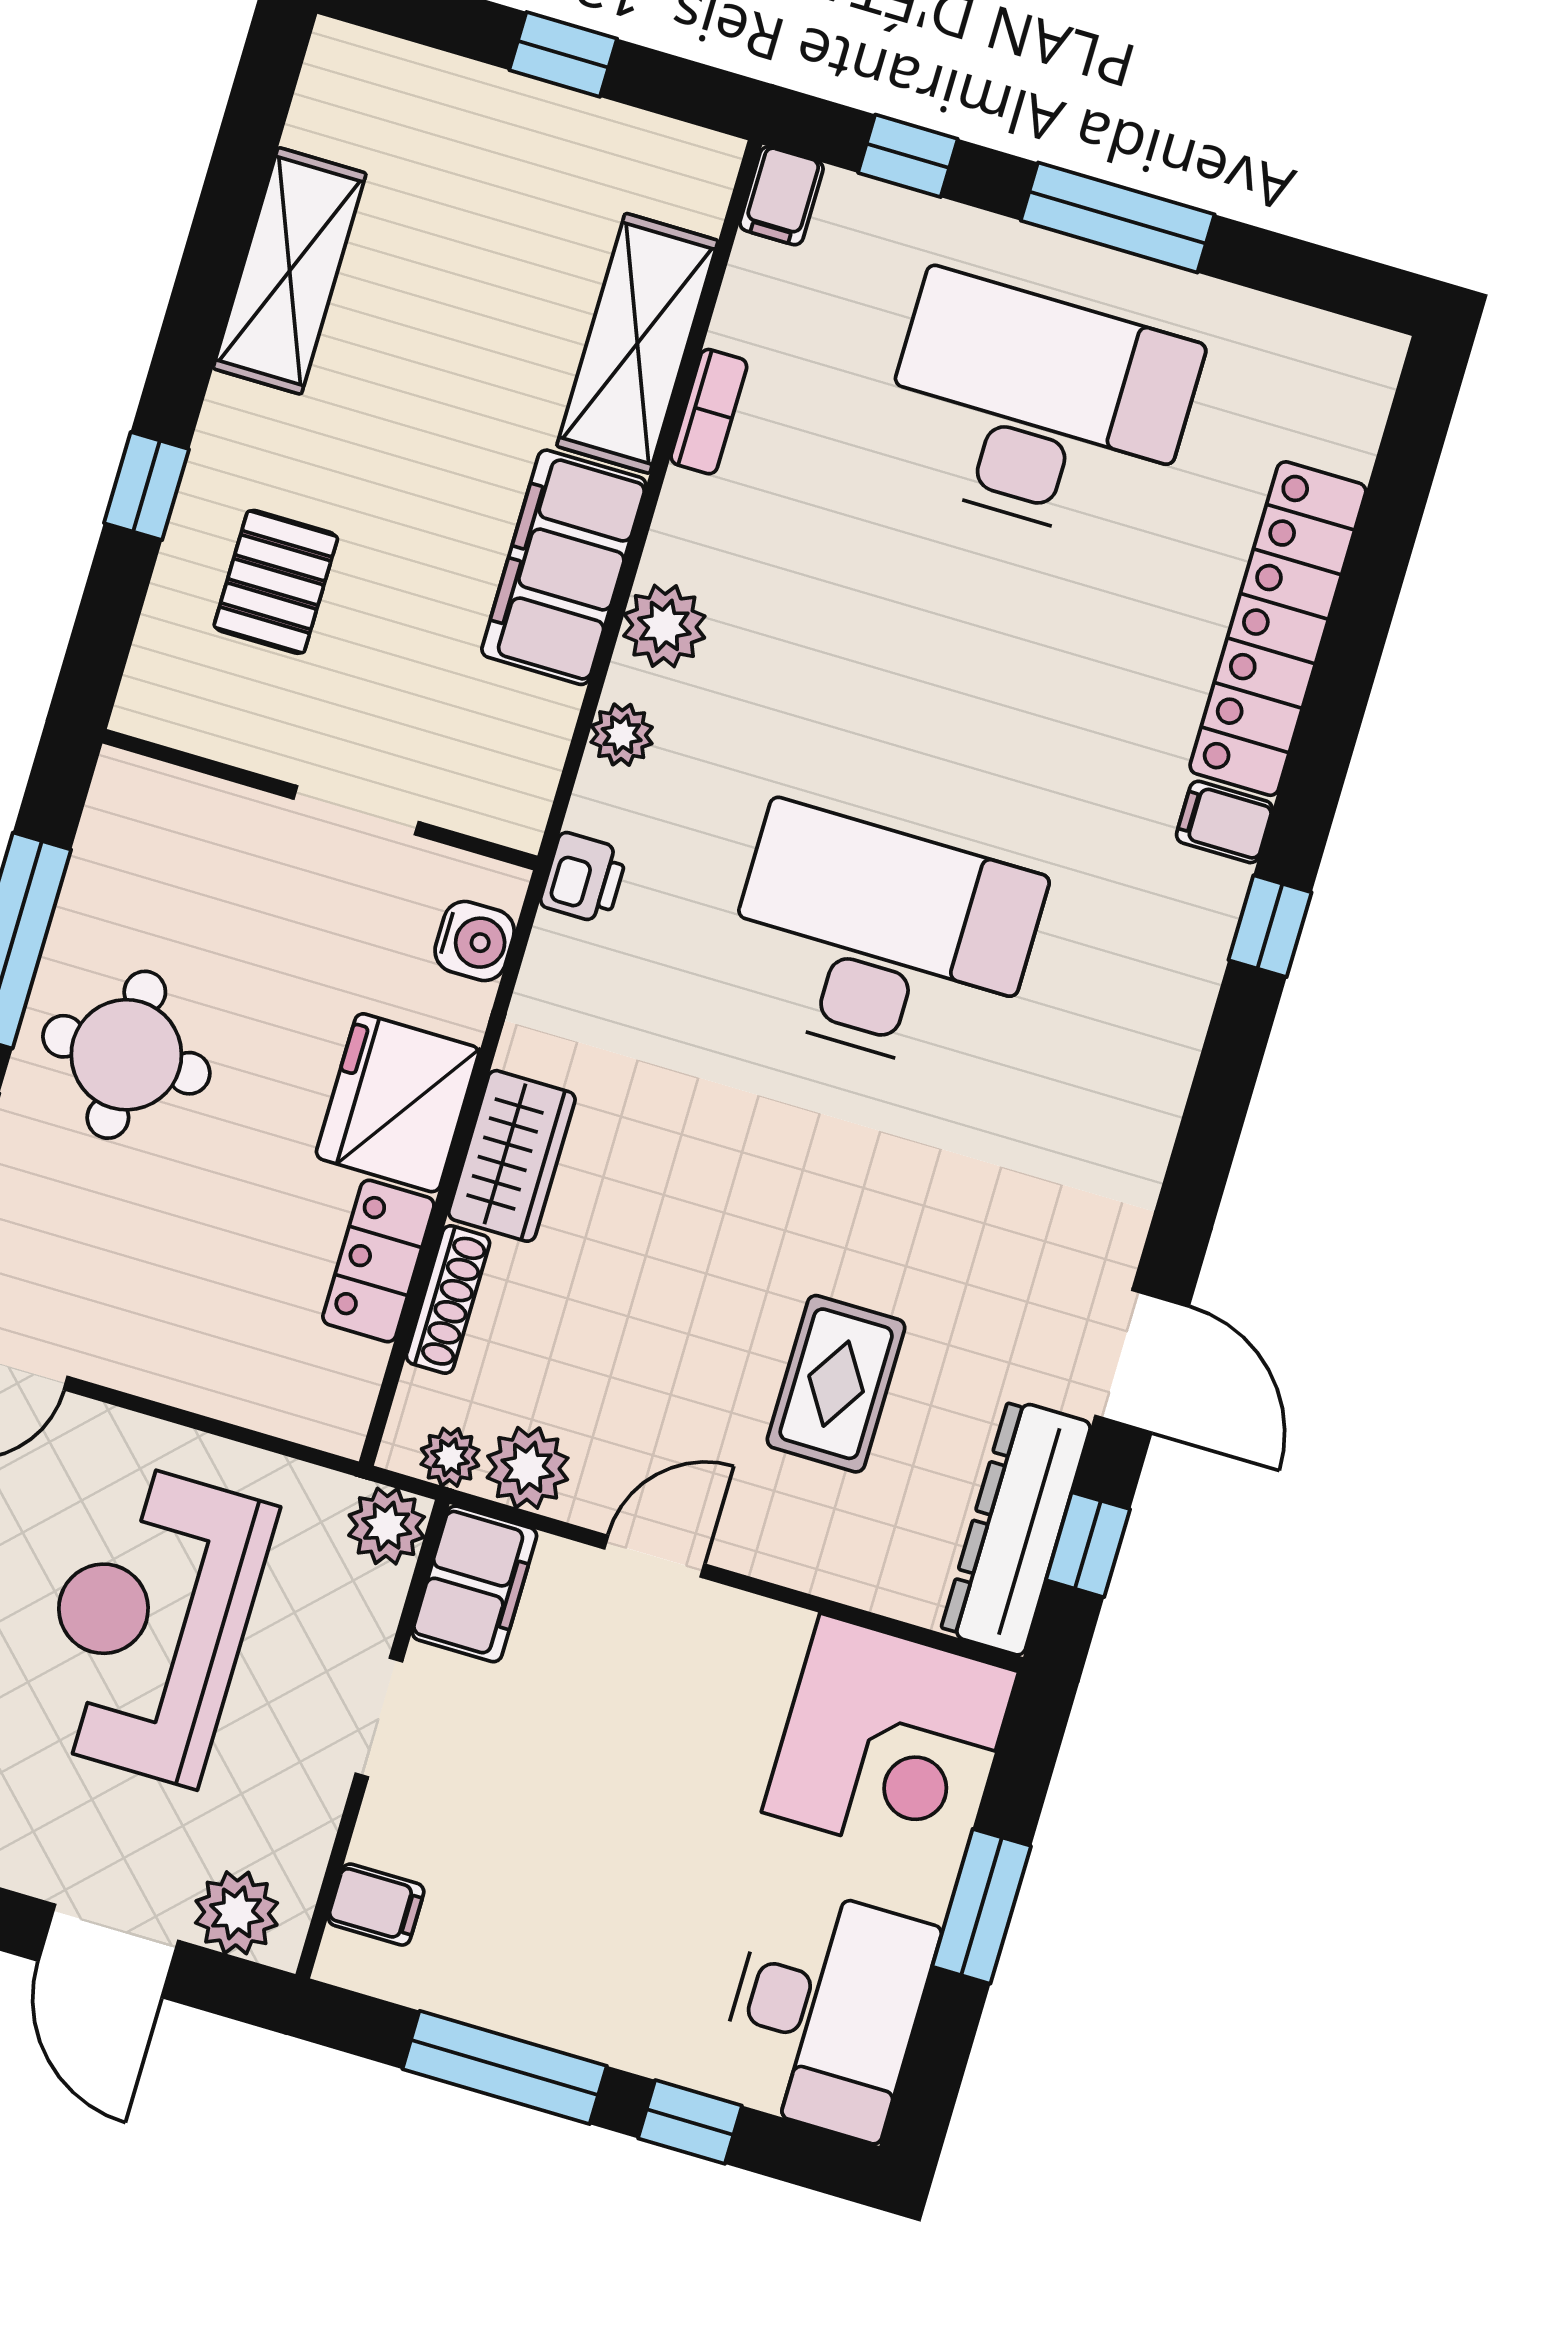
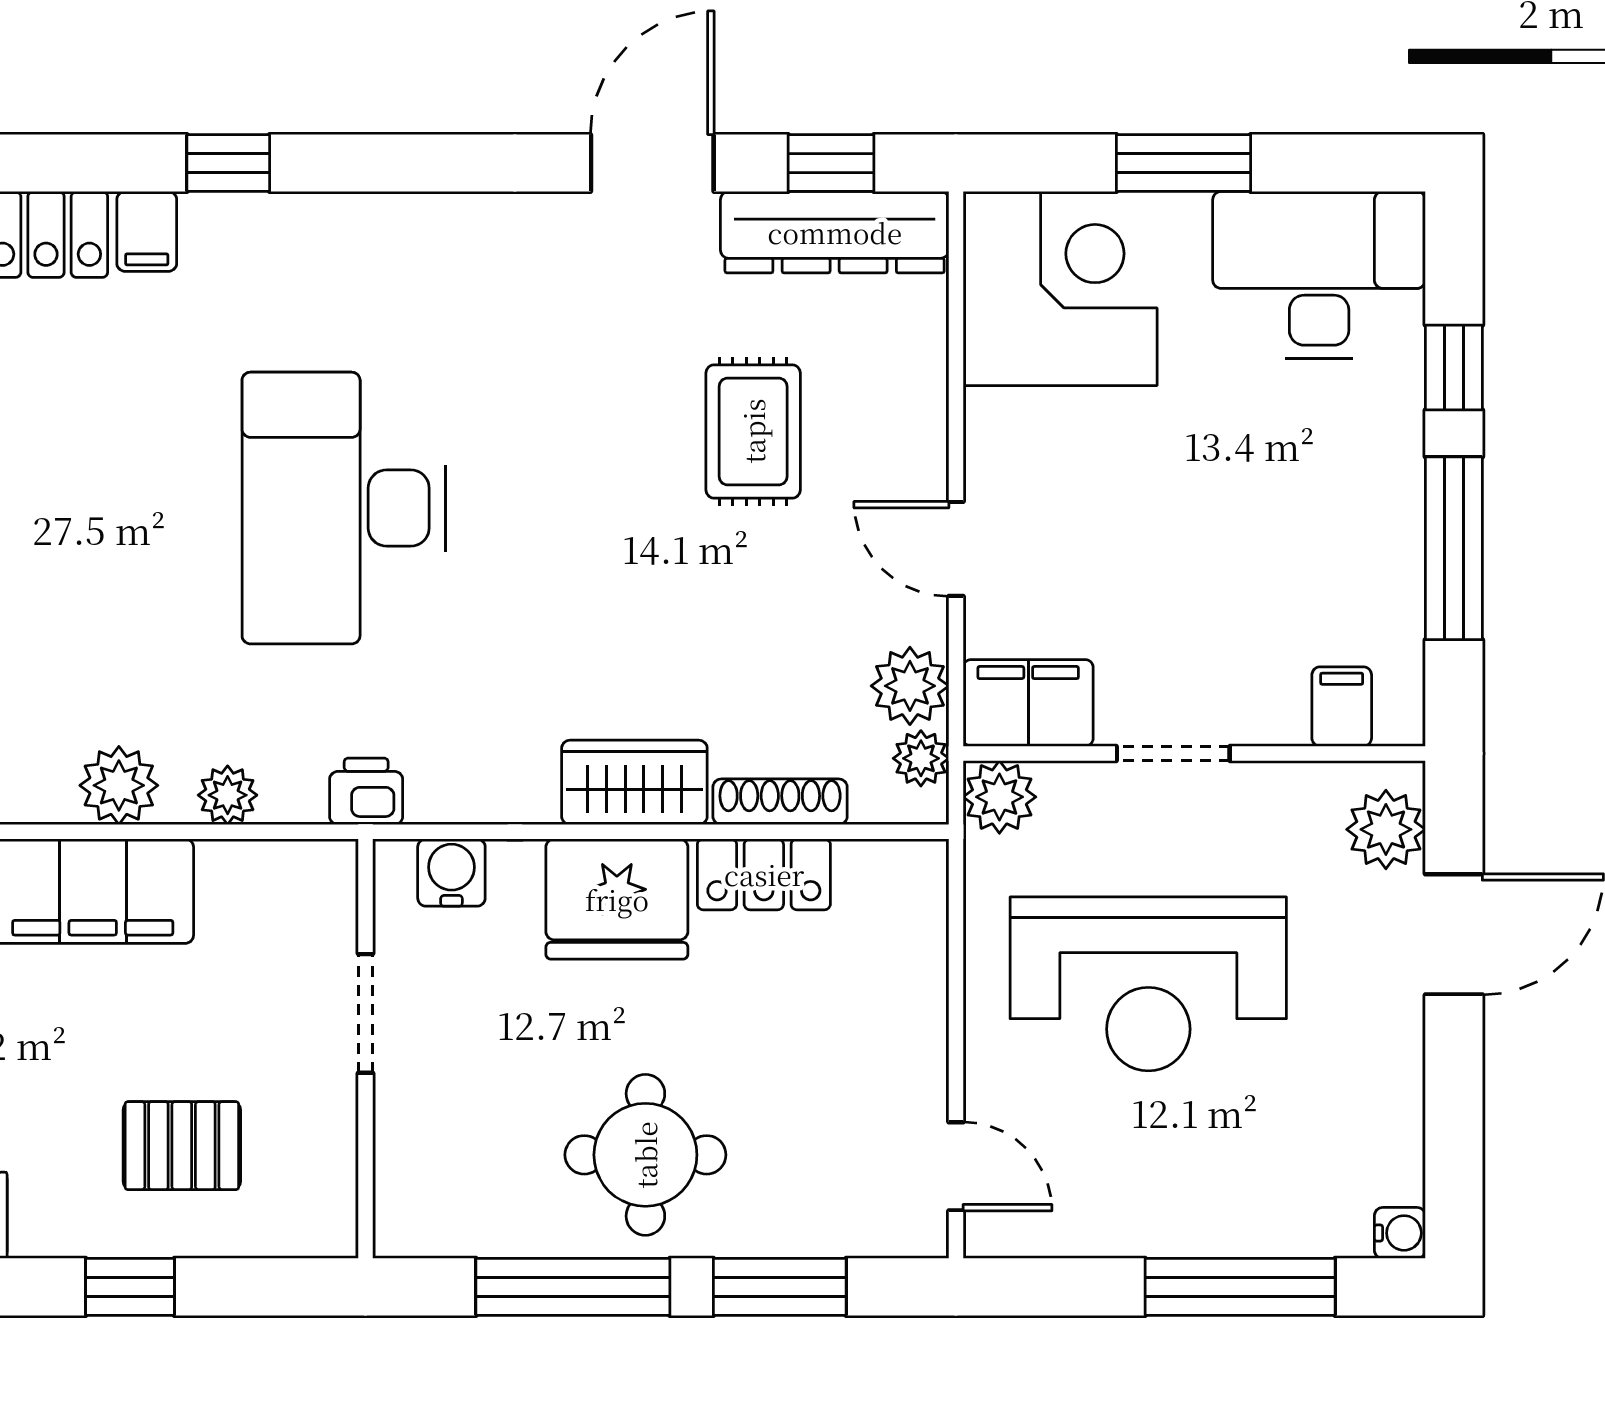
rug: (836, 1384) -> (753, 431), turned 90

